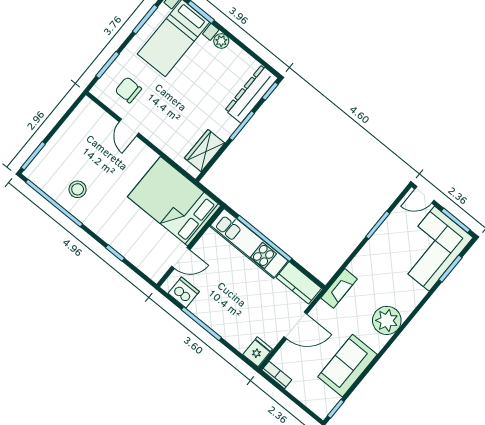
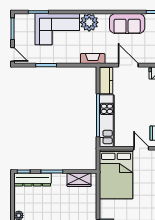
corner sofa: (432, 249) -> (57, 29), moved

